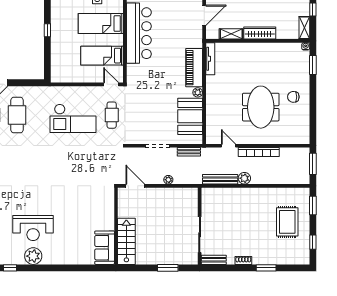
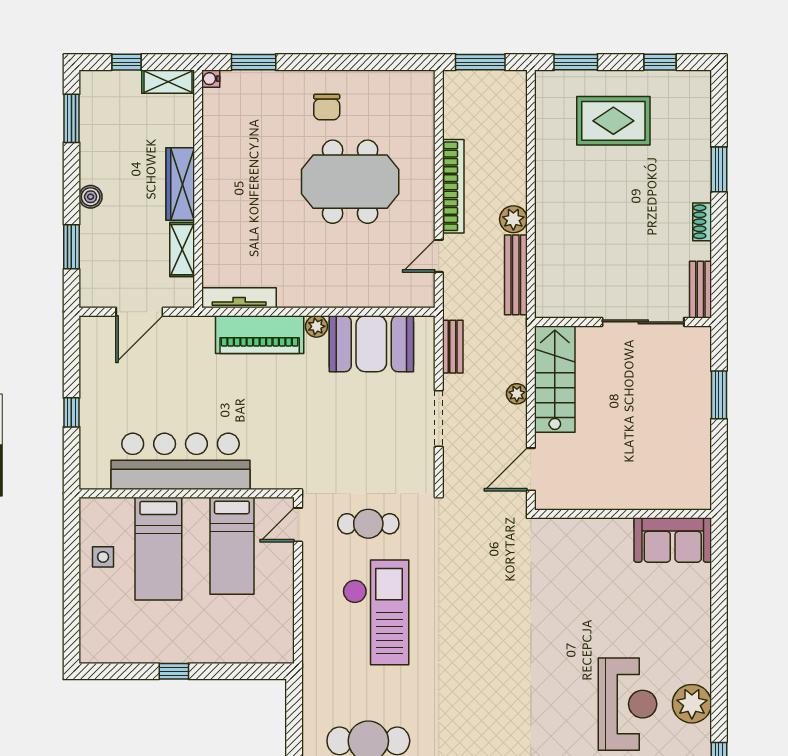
door: (204, 15) -> (139, 312), swing flipped
stairs: (126, 241) -> (555, 379), moved, turned 90

